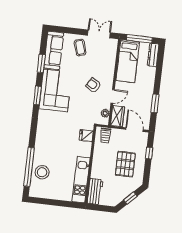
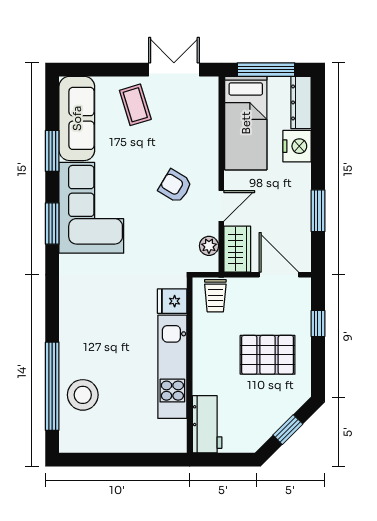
nightstand: (149, 74) -> (297, 146), added
pallet: (125, 164) -> (268, 355), turned 90
kitchen unit: (81, 180) -> (172, 367), moved

